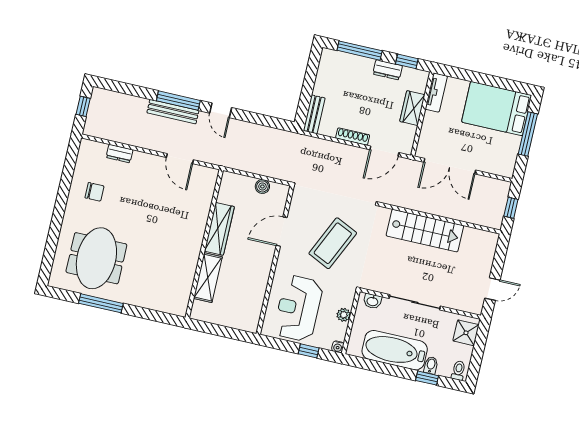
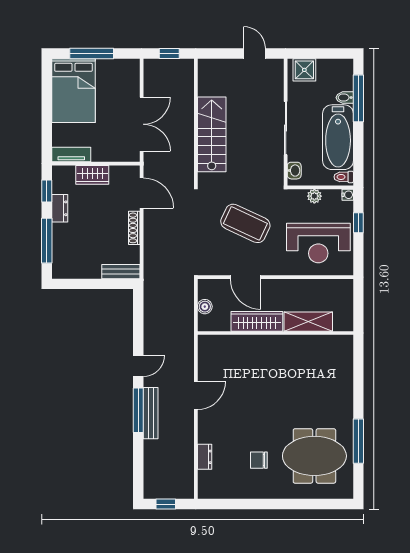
chair: (95, 192) -> (259, 460), moved, turned -90
wardrobe: (219, 229) -> (257, 321), moved
wall: (204, 244) -> (275, 333), moved
shelving: (208, 278) -> (308, 322), moved
toilet: (458, 370) -> (344, 177), moved
window: (427, 378) -> (358, 98), width x2.17

